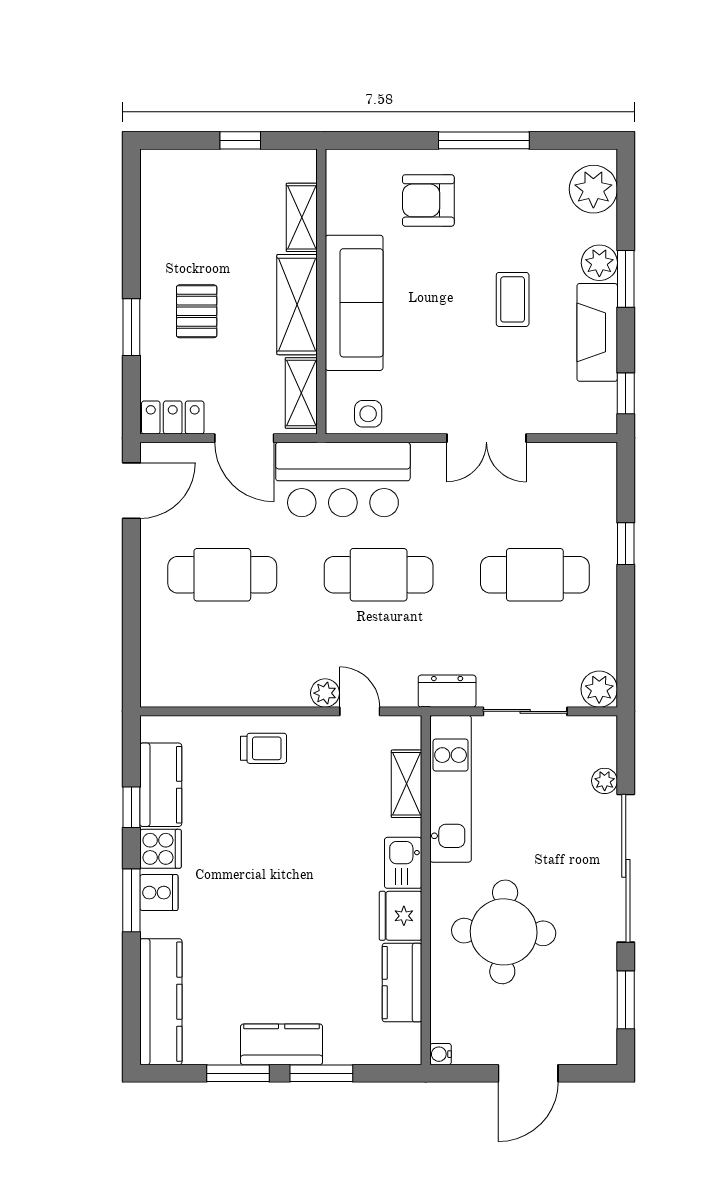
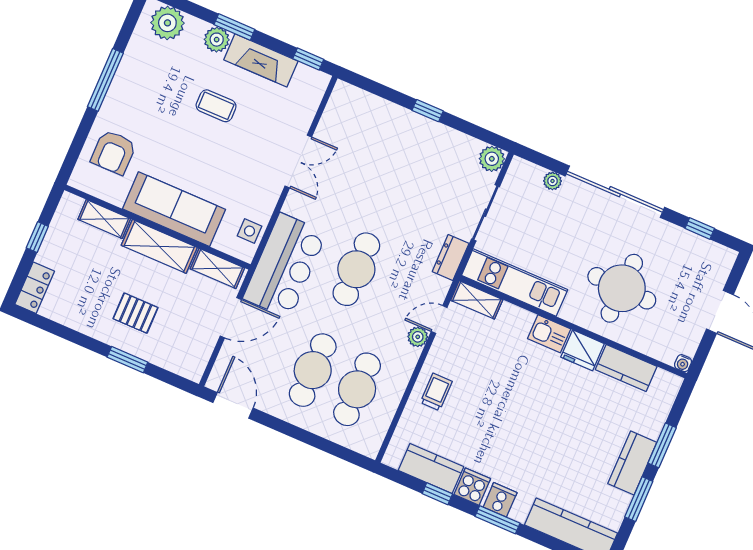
armchair: (428, 200) -> (114, 152), moved
locker: (173, 417) -> (35, 288), moved, turned 180
window: (626, 544) -> (428, 111), moved
cafe table: (535, 575) -> (357, 389), moved
shelving: (407, 784) -> (477, 300), moved
window: (626, 1000) -> (700, 228), width x0.67

